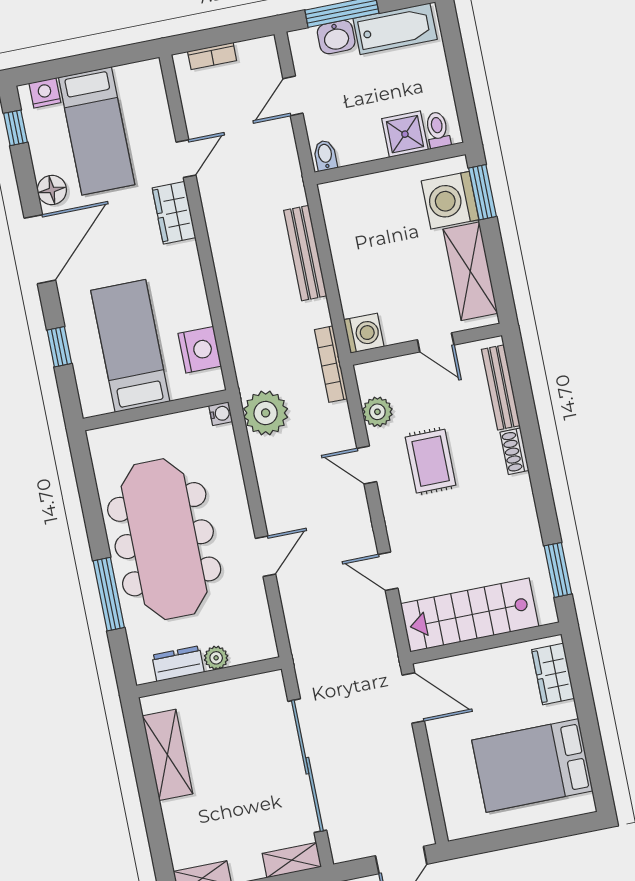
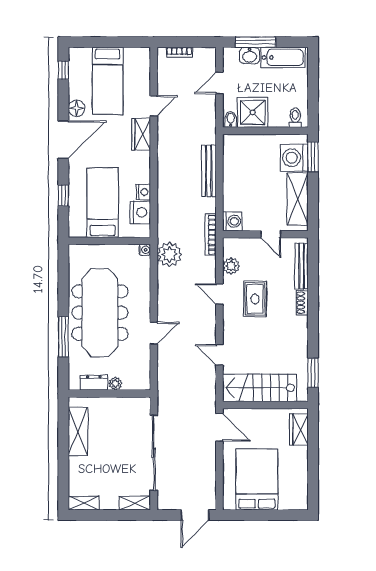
nightstand: (45, 93) -> (143, 192), moved, turned 90
shower: (405, 134) -> (253, 112), moved, width x1.36, depth x1.36
bed: (532, 766) -> (257, 479), moved, turned 90

